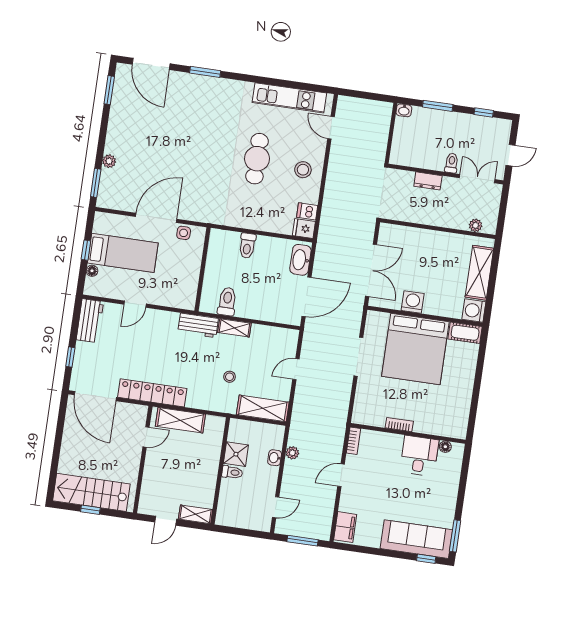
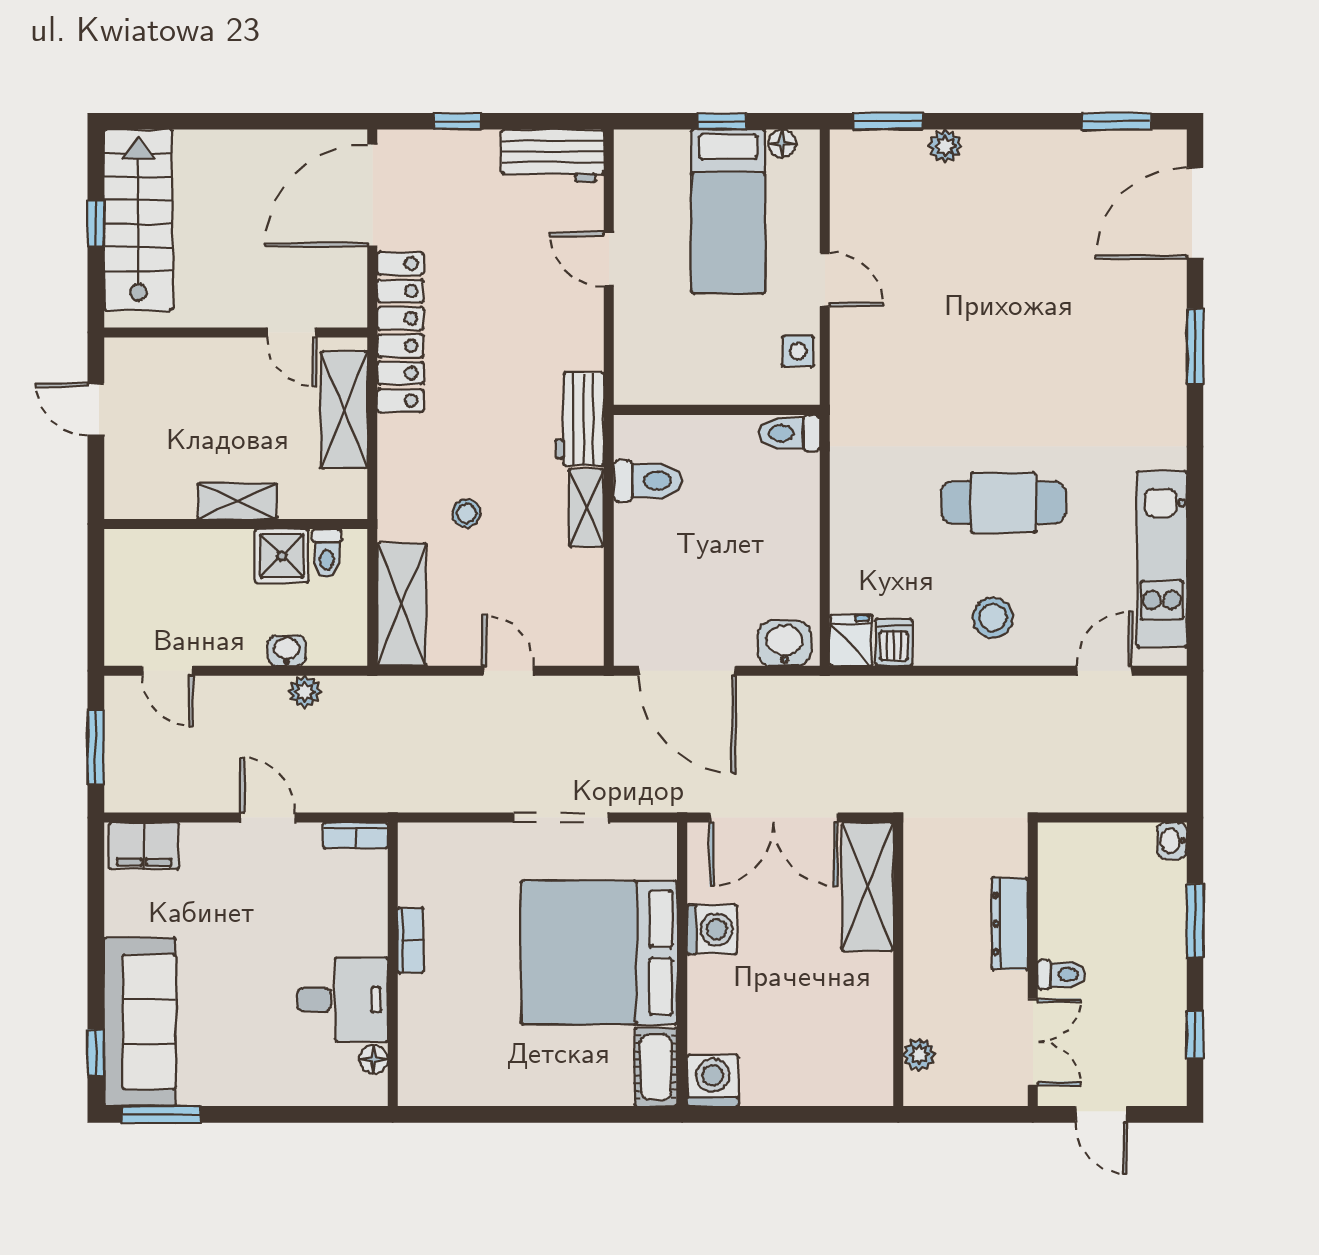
dresser: (428, 181) -> (1010, 924), width x1.44
door: (156, 218) -> (825, 280), width x0.53
toilet: (247, 246) -> (790, 433), moved
washbasin: (300, 260) -> (784, 643), width x0.72
floor lamp: (92, 271) -> (782, 143), moved
shelving: (479, 273) -> (868, 887), moved, turned 90
toilet: (232, 472) -> (327, 553), moved
shelving: (196, 514) -> (237, 501), moved, turned 90

